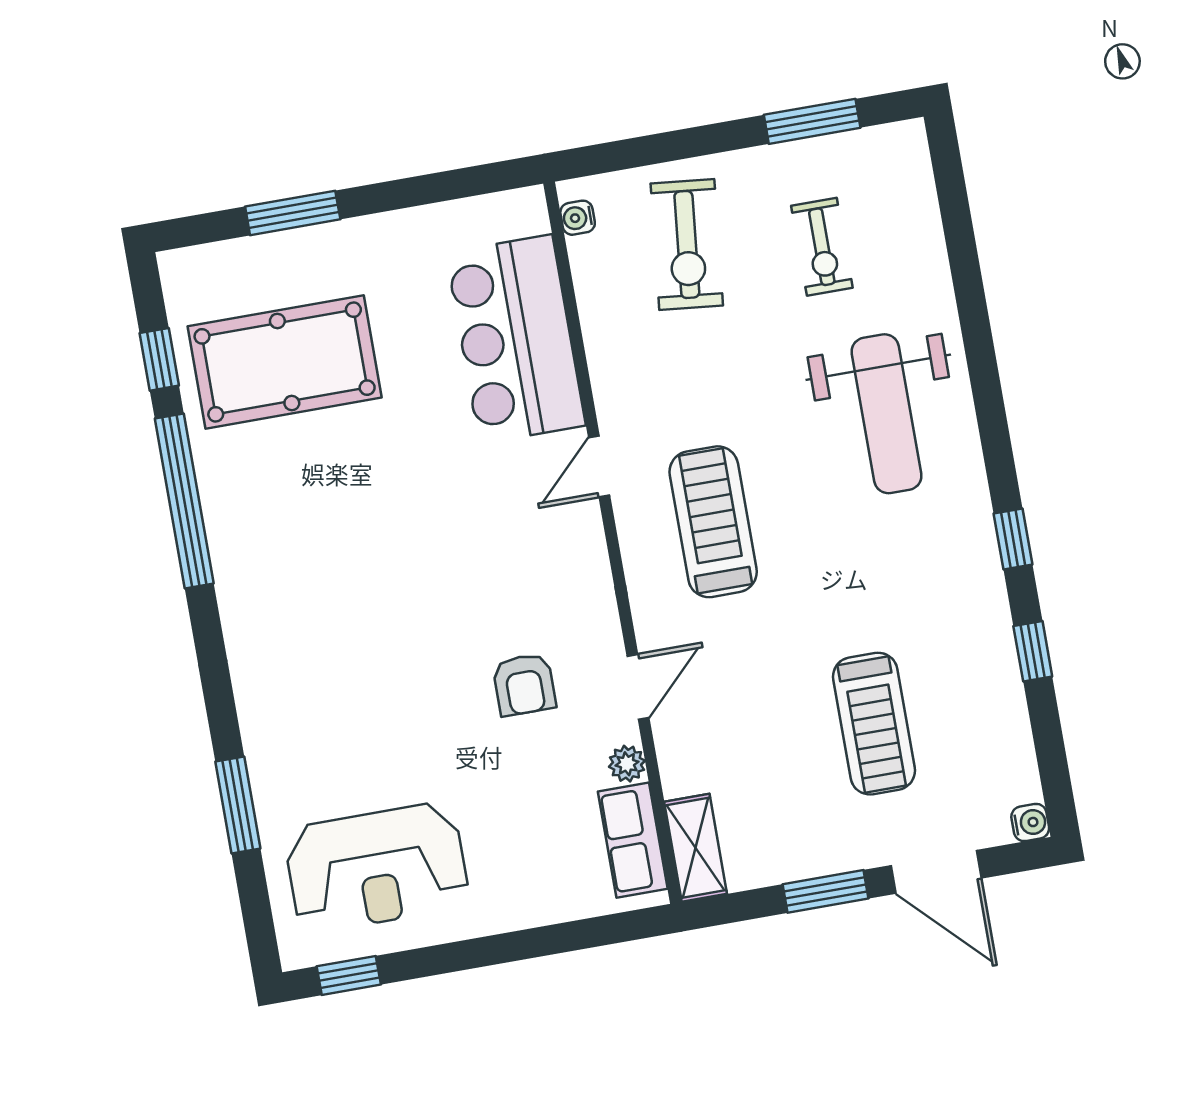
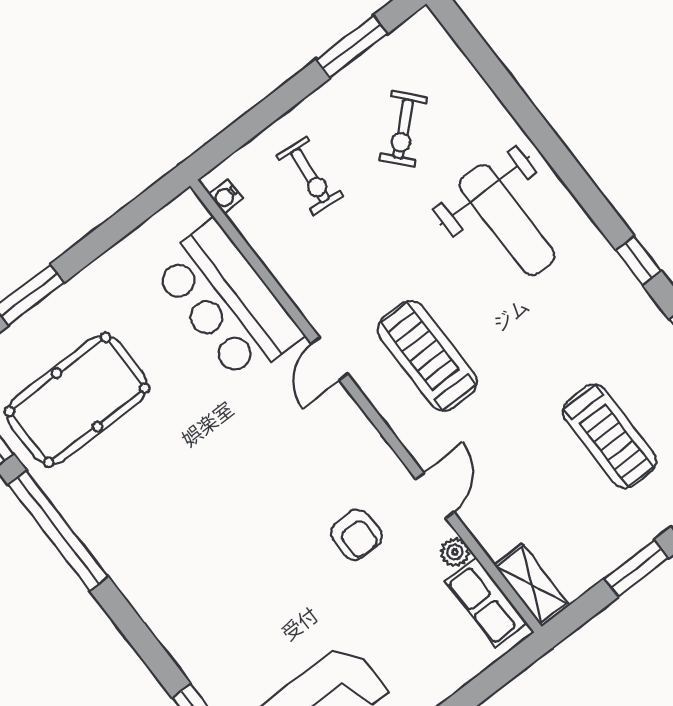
exercise bike: (687, 244) -> (310, 176), width x0.73, depth x0.72
exercise bike: (822, 247) -> (403, 129), turned 48

